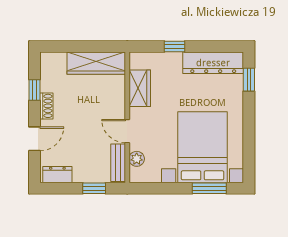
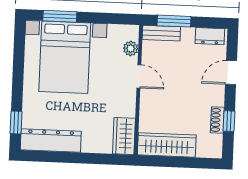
window: (174, 47) -> (88, 158), removed
wardrobe: (140, 88) -> (124, 136), moved
shoe rack: (46, 106) -> (217, 120), moved
bench: (118, 163) -> (161, 33), moved, turned 90
window: (94, 188) -> (174, 21), width x1.50

